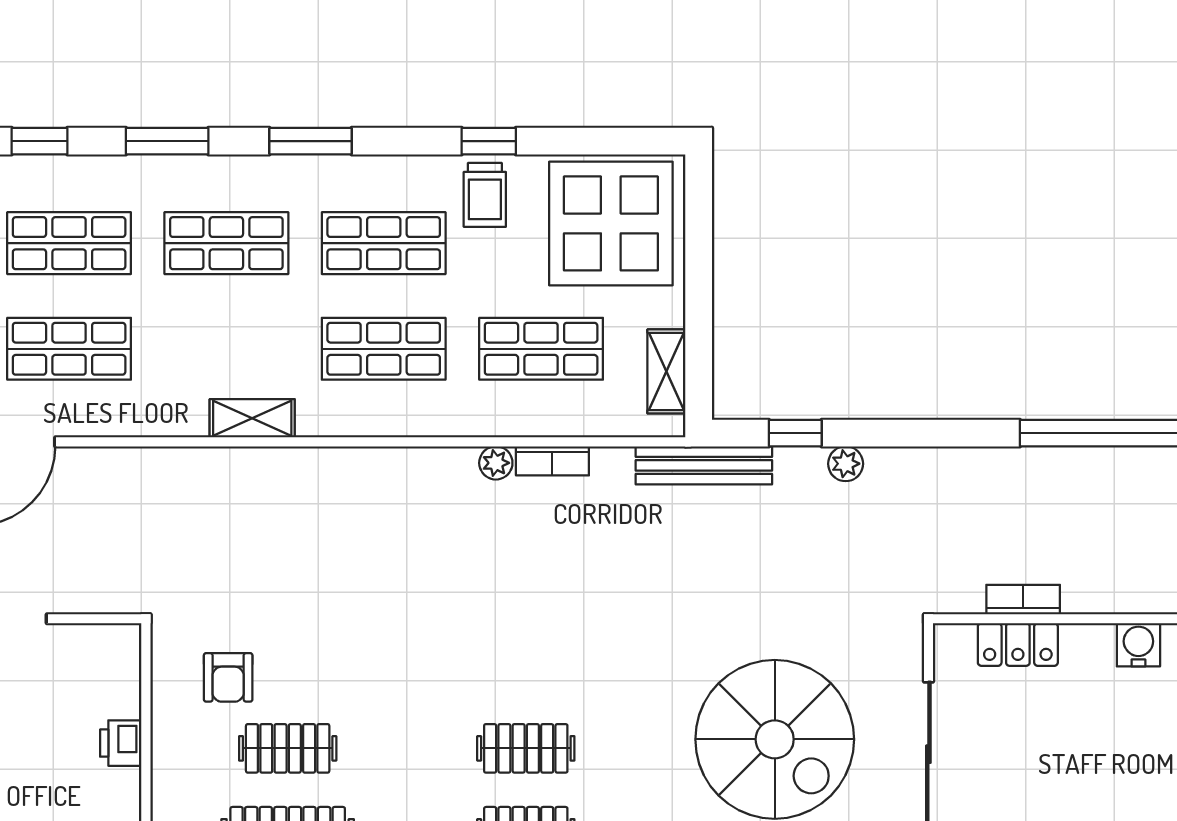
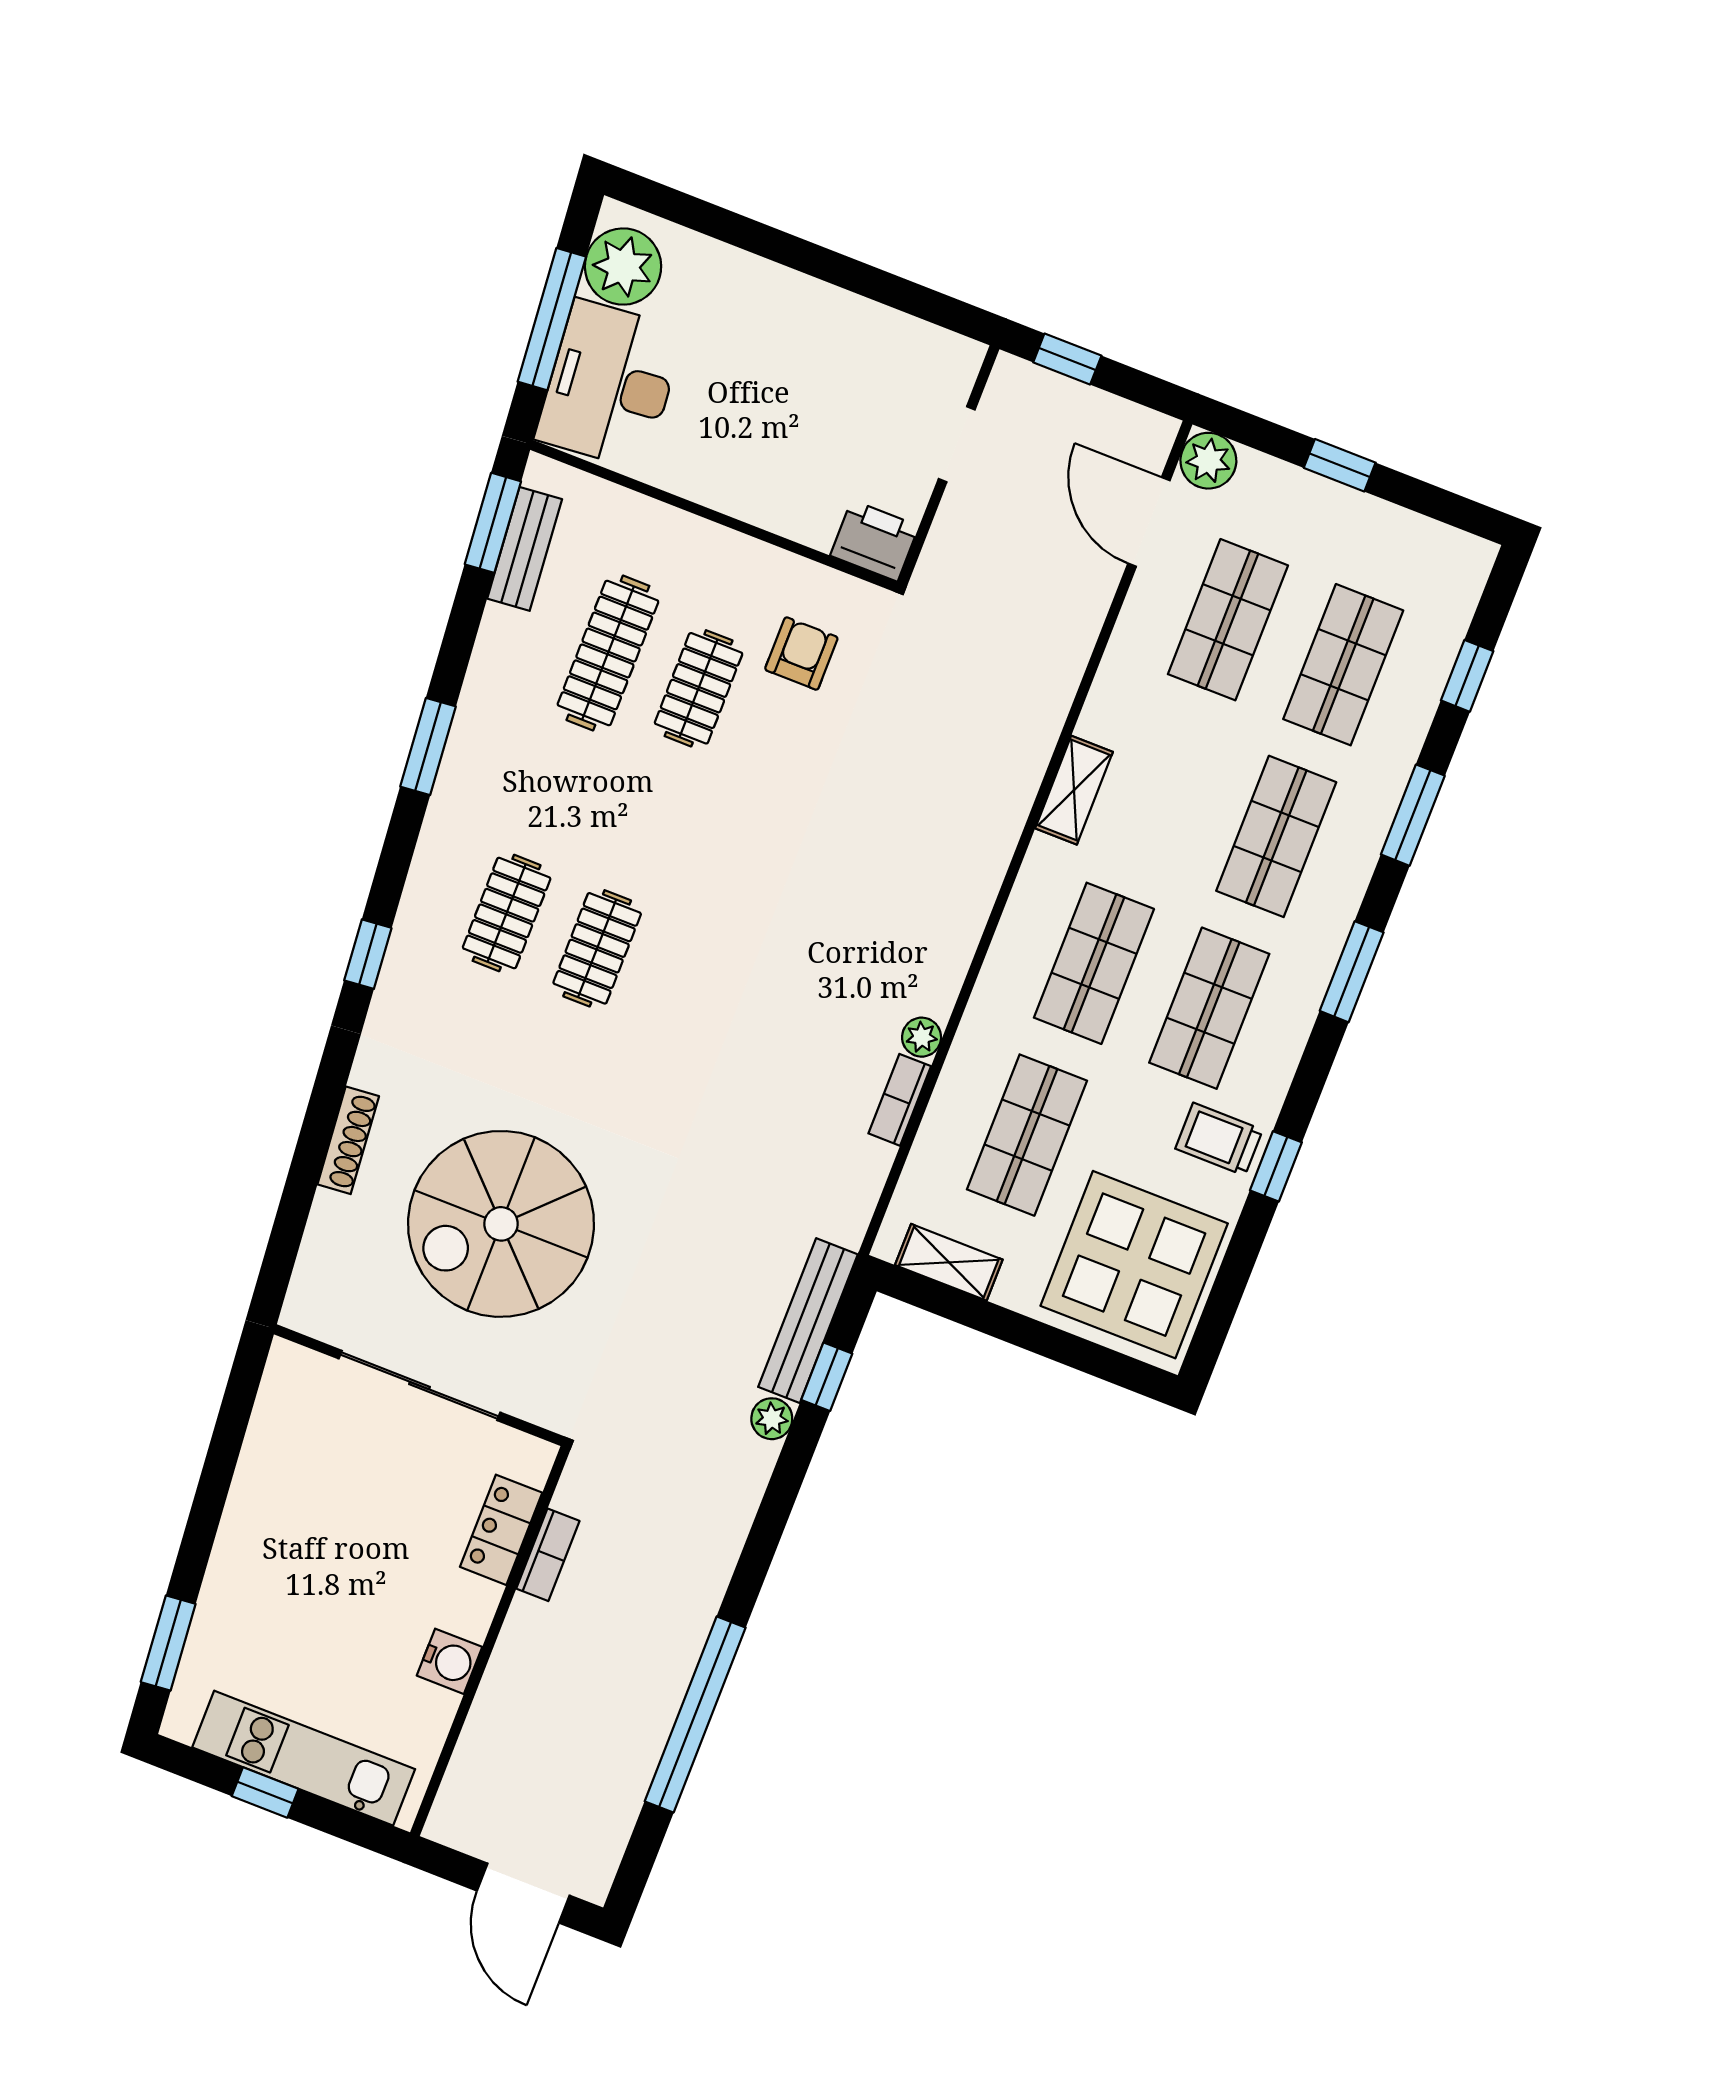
bench: (704, 465) -> (808, 1321), moved
armchair: (228, 677) -> (801, 654), turned 90
printer: (121, 743) -> (875, 541), moved, width x1.36, depth x1.24

